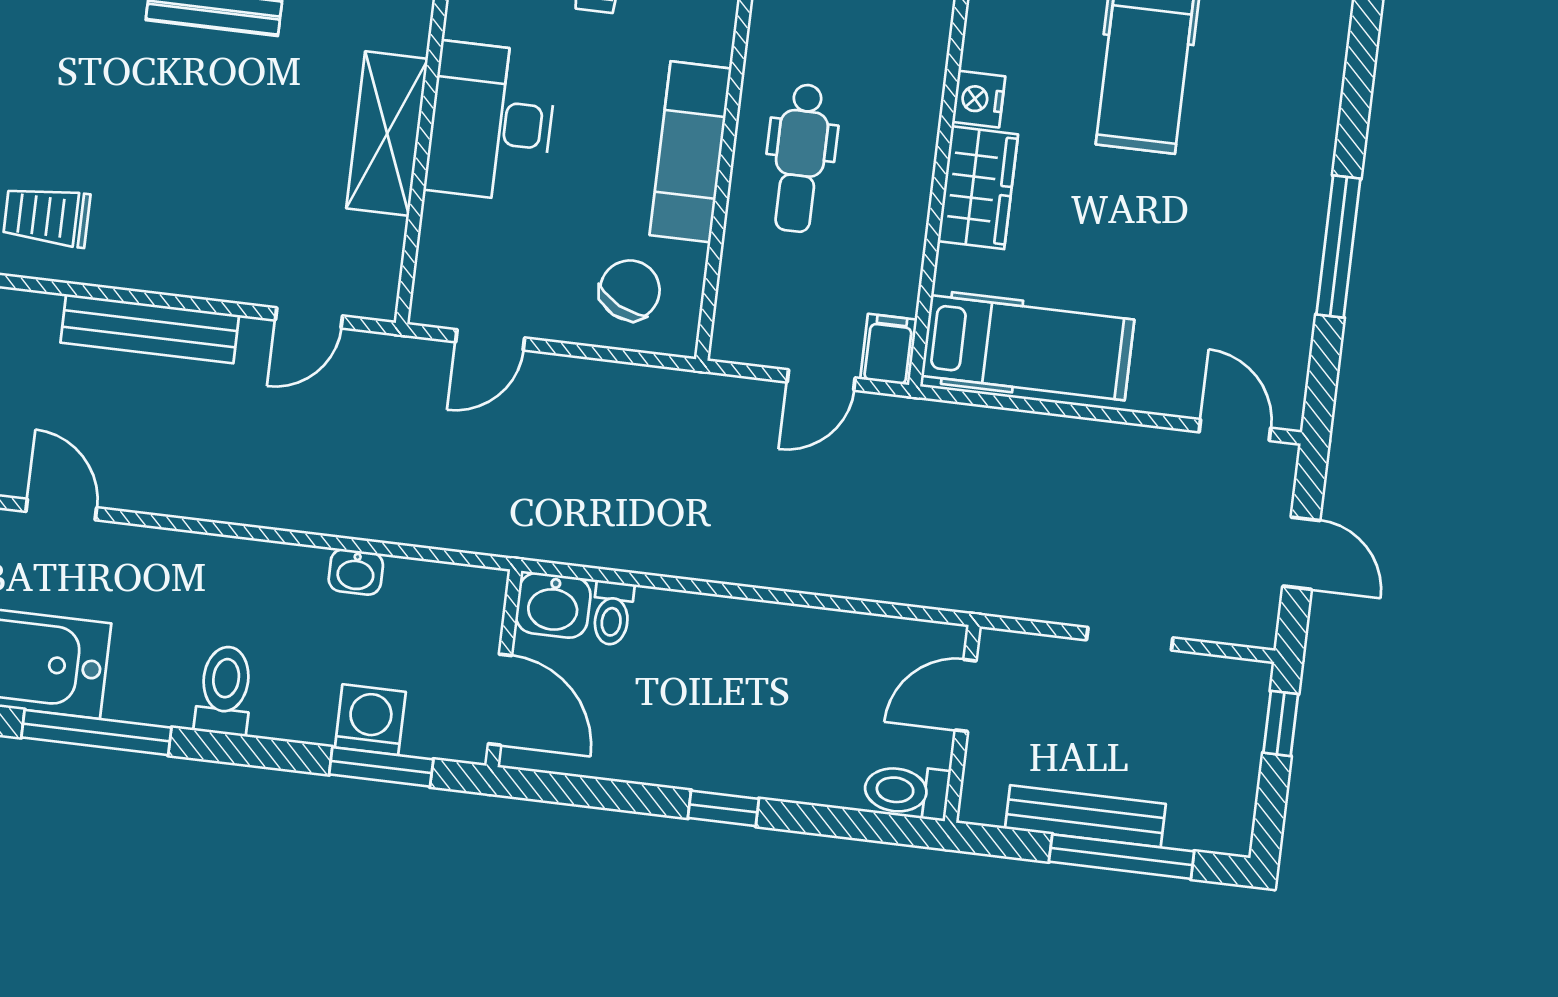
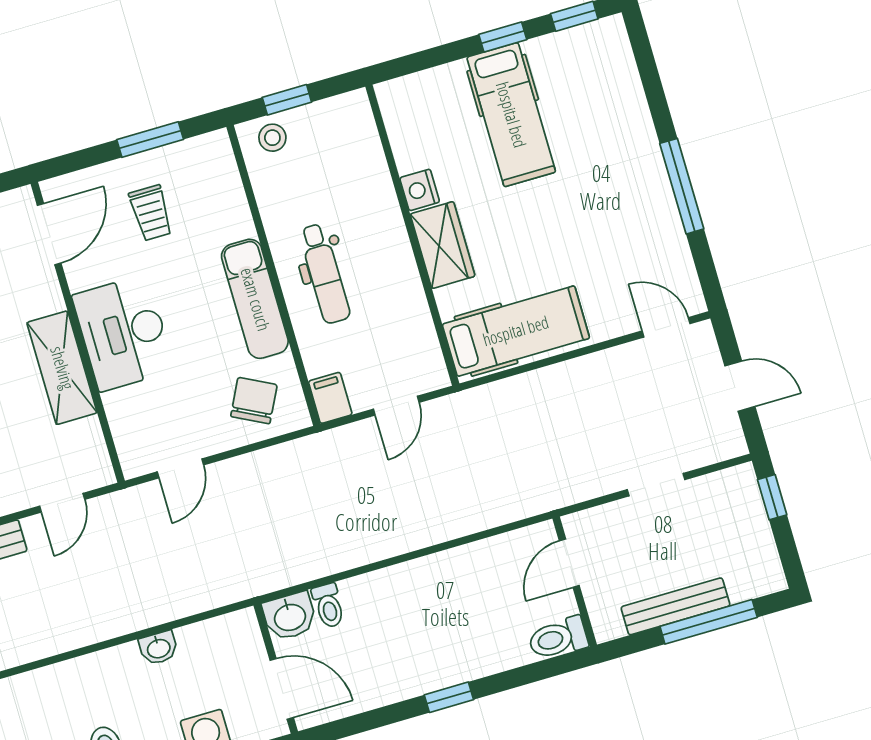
filing cabinet: (889, 349) -> (330, 398), moved

